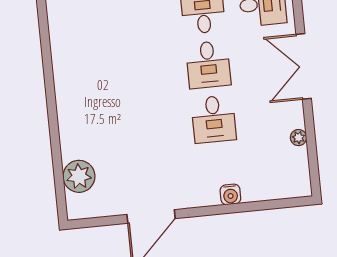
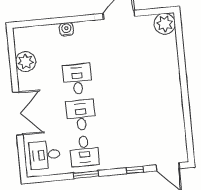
plant: (298, 138) -> (26, 62), width x1.88, depth x1.88
plant: (79, 176) -> (165, 24), moved

